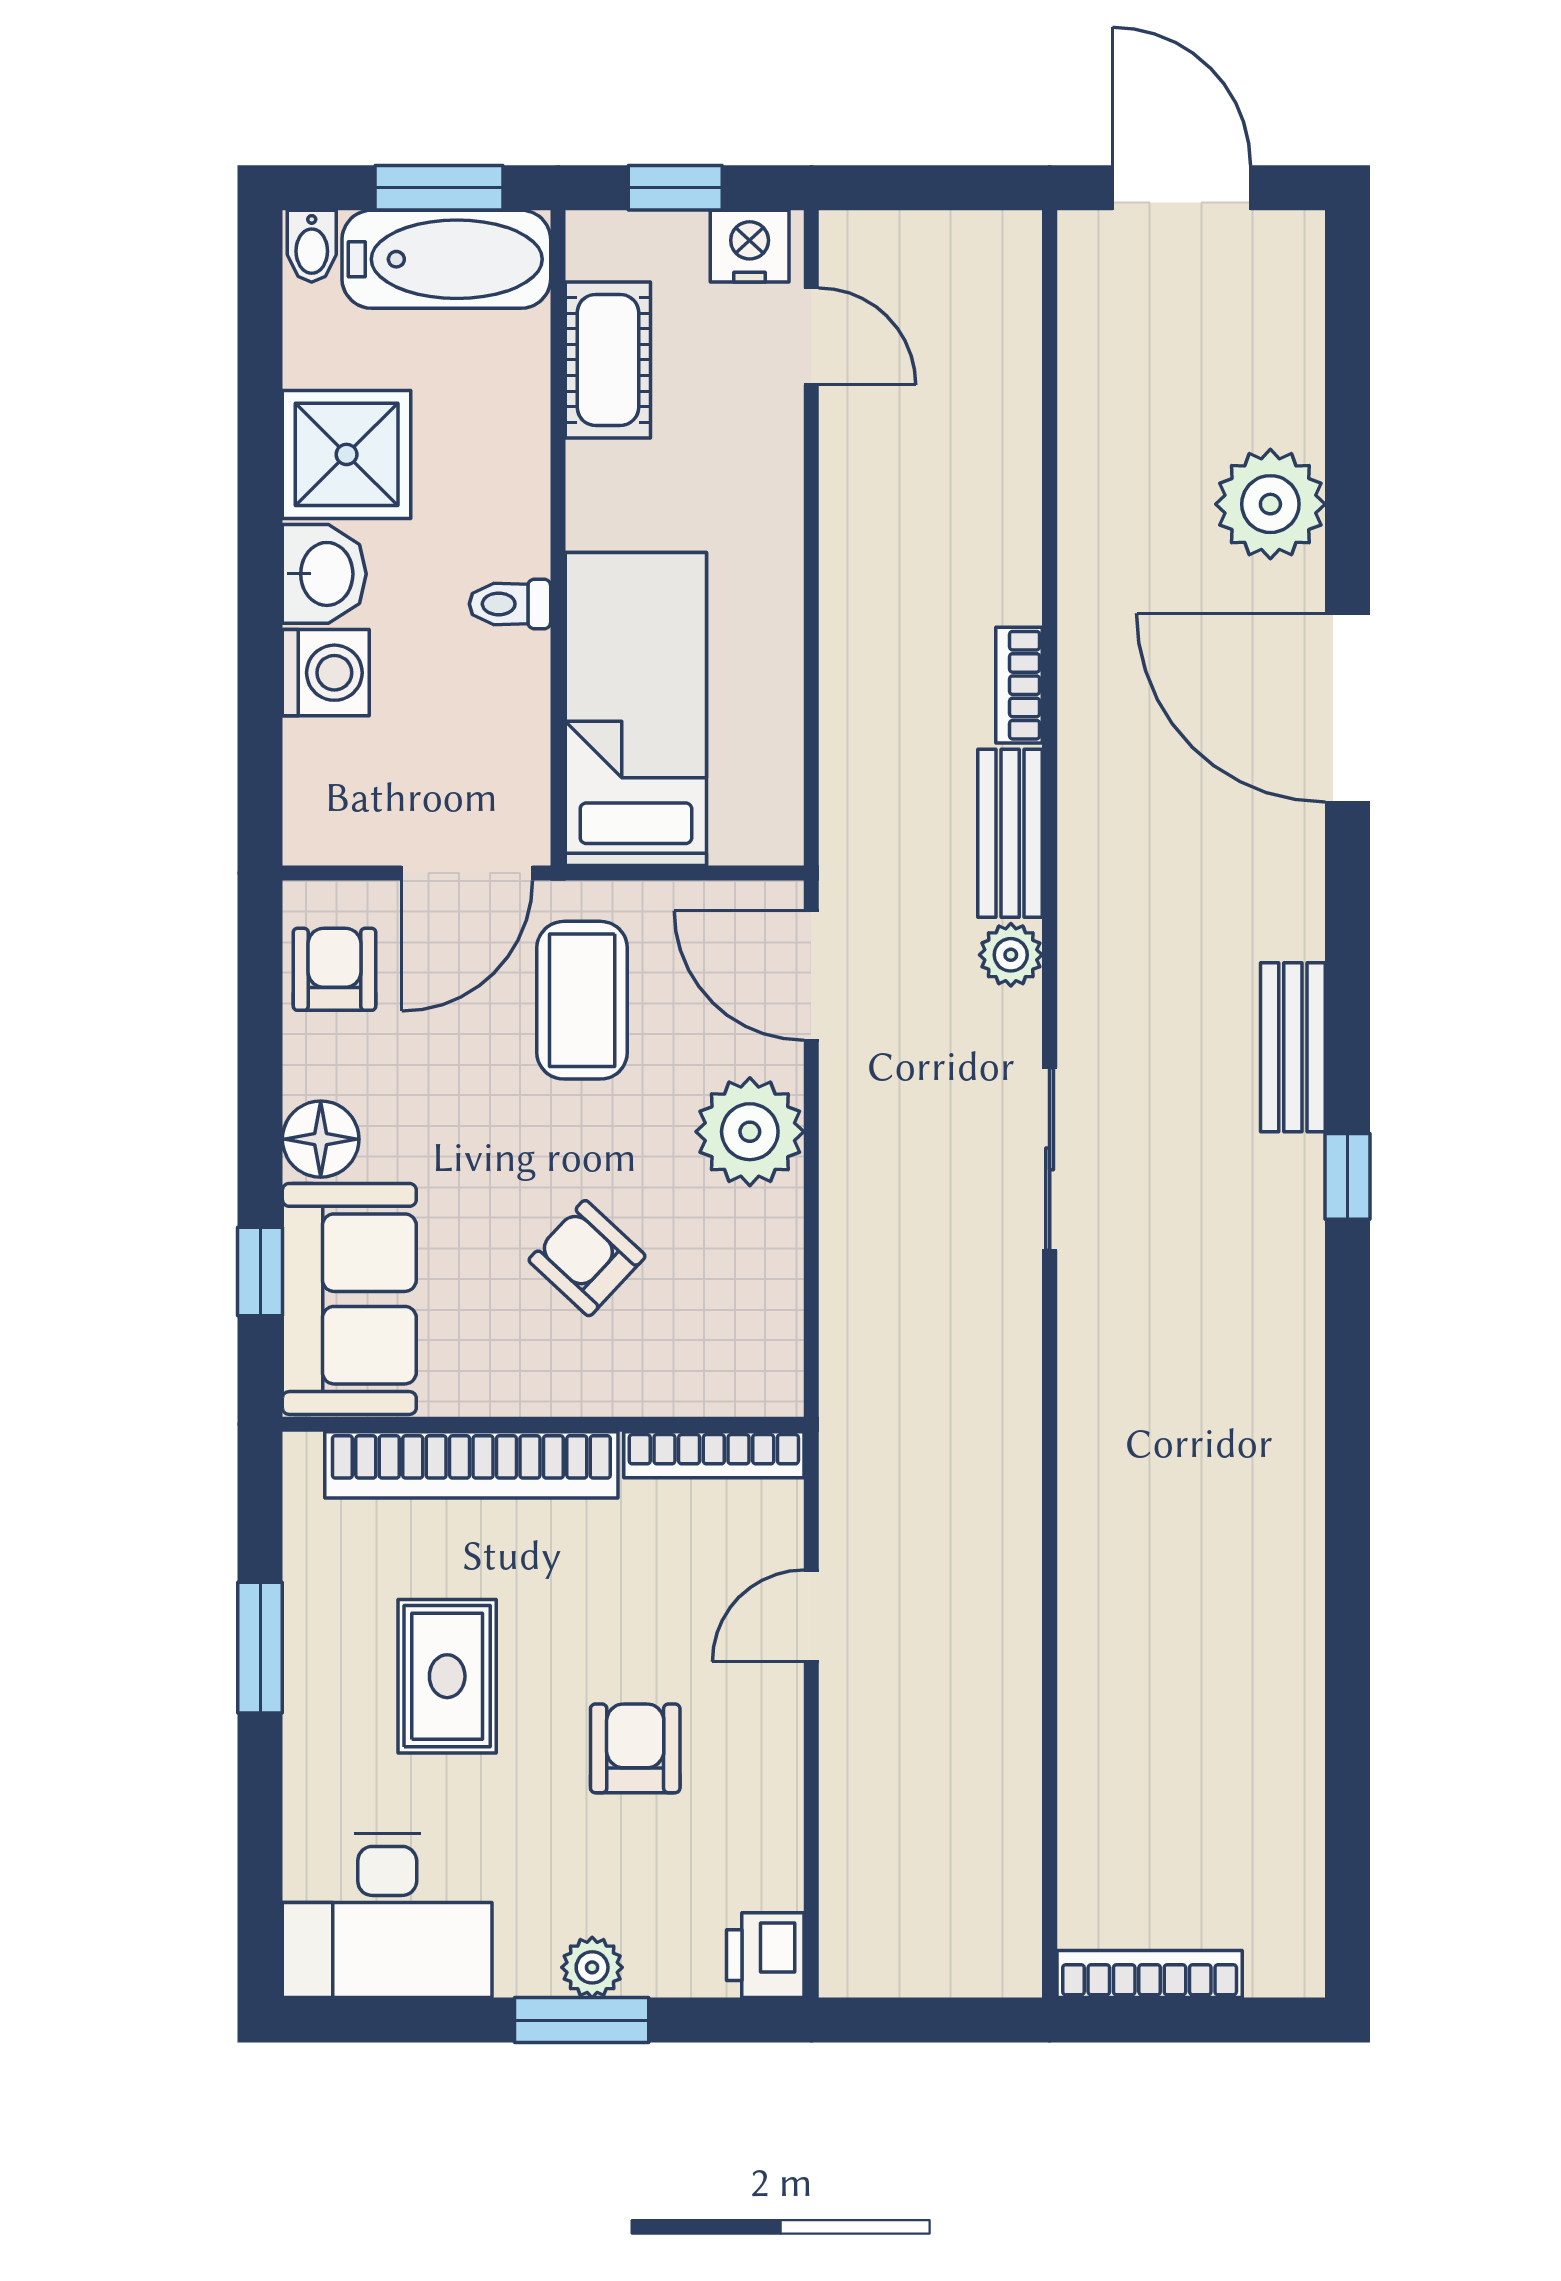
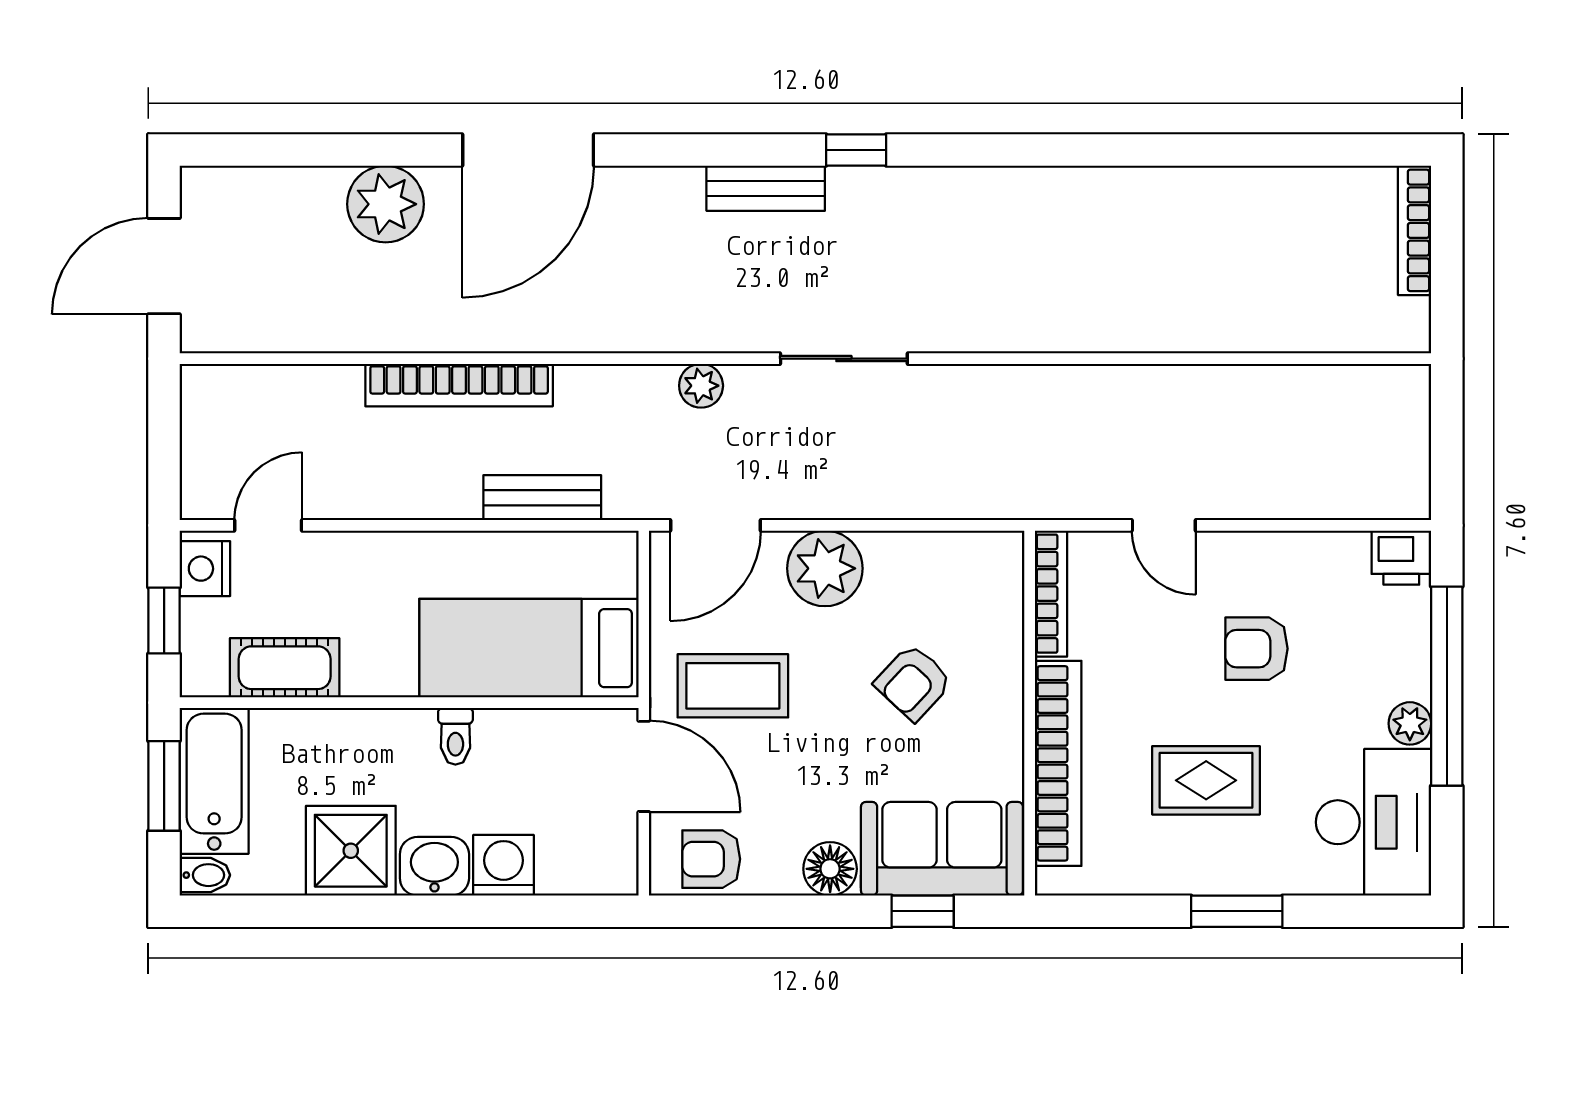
bookcase: (1019, 685) -> (459, 385), width x2.31, depth x1.31
bench: (1010, 833) -> (542, 498), moved
window: (260, 1648) -> (1237, 911), moved
plant: (592, 1967) -> (1410, 723), moved
bookcase: (1150, 1974) -> (1415, 230), moved
window: (582, 2020) -> (1447, 686), width x2.11

